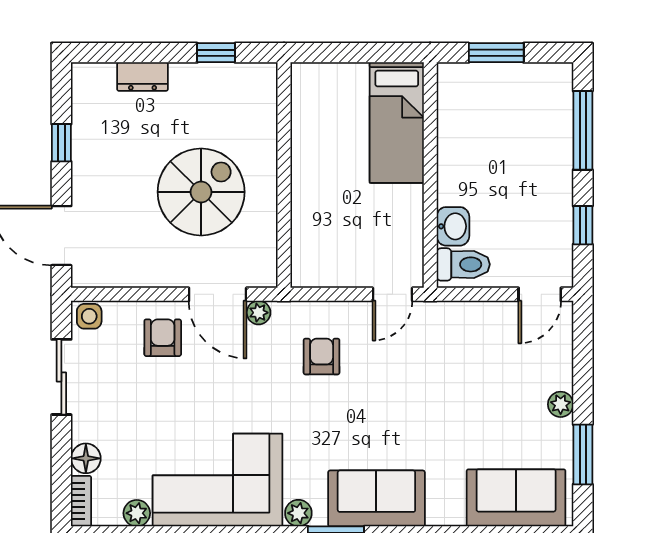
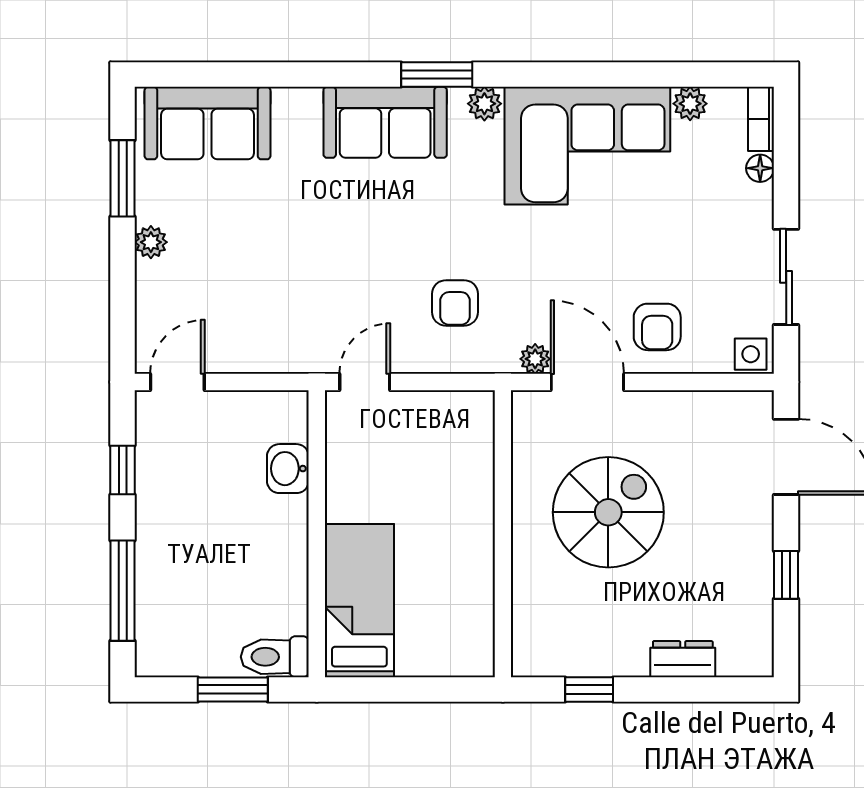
spiral stairs: (201, 192) -> (608, 512), turned 180
toilet: (463, 264) -> (275, 657), moved
floor lamp: (86, 458) -> (760, 168), width x0.73, depth x0.73

